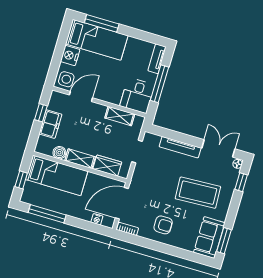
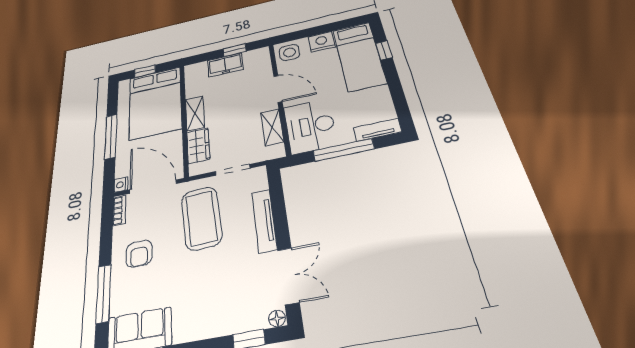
window: (102, 23) -> (384, 51), width x0.46
desk: (137, 95) -> (310, 126), width x1.37
door: (81, 96) -> (278, 89), moved
boiler: (59, 153) -> (193, 90), removed
bed: (57, 175) -> (155, 103), width x1.50
coffee table: (198, 193) -> (201, 218), moved
window: (47, 214) -> (111, 136), moved
nightstand: (97, 219) -> (121, 185), moved
window: (177, 252) -> (104, 293), added

